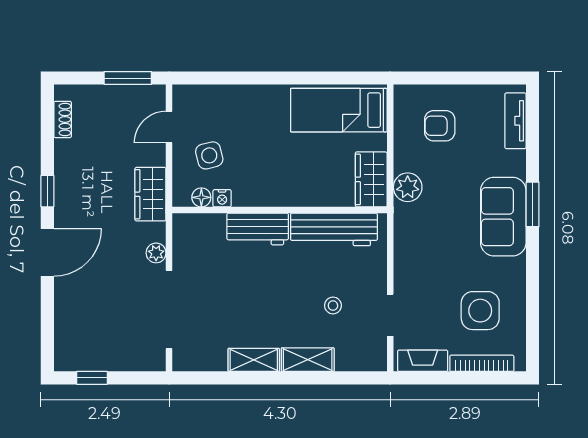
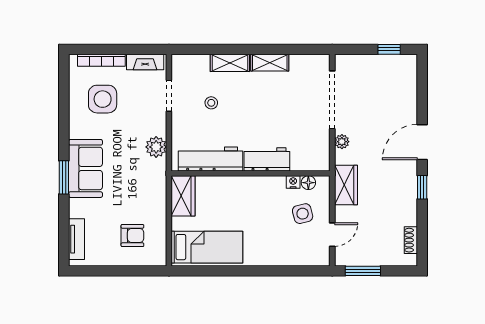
plant: (408, 187) -> (156, 147), moved

